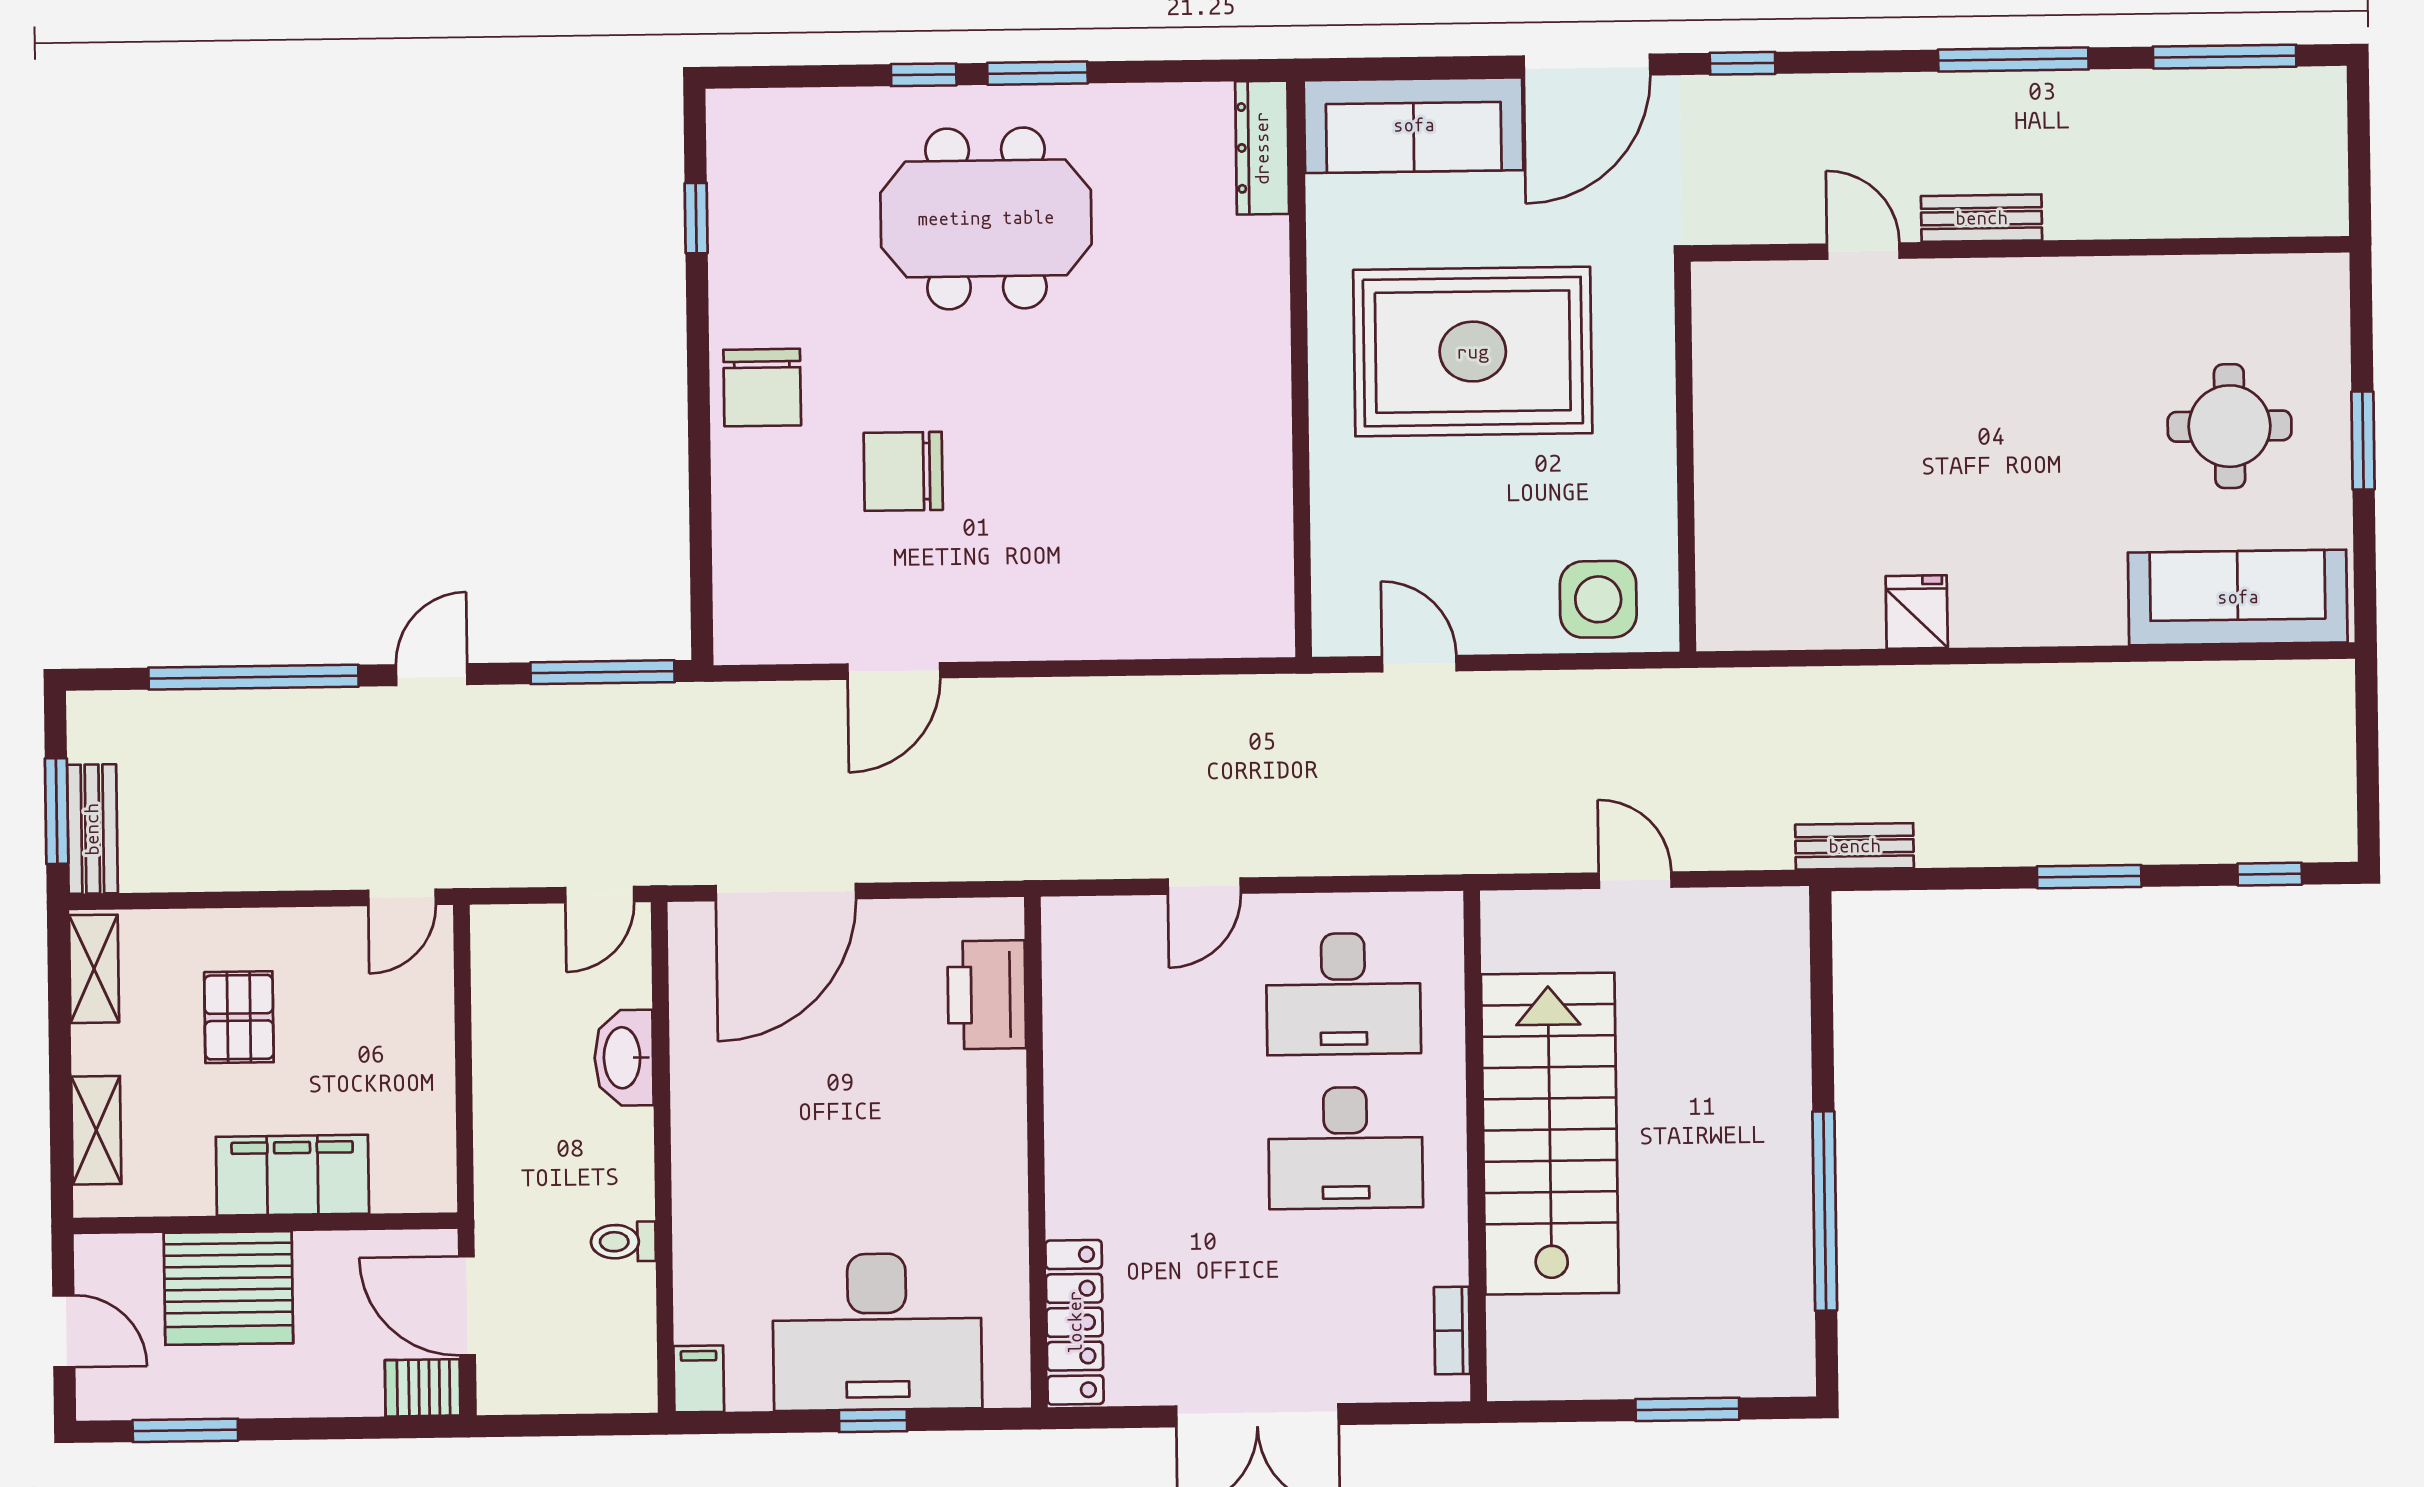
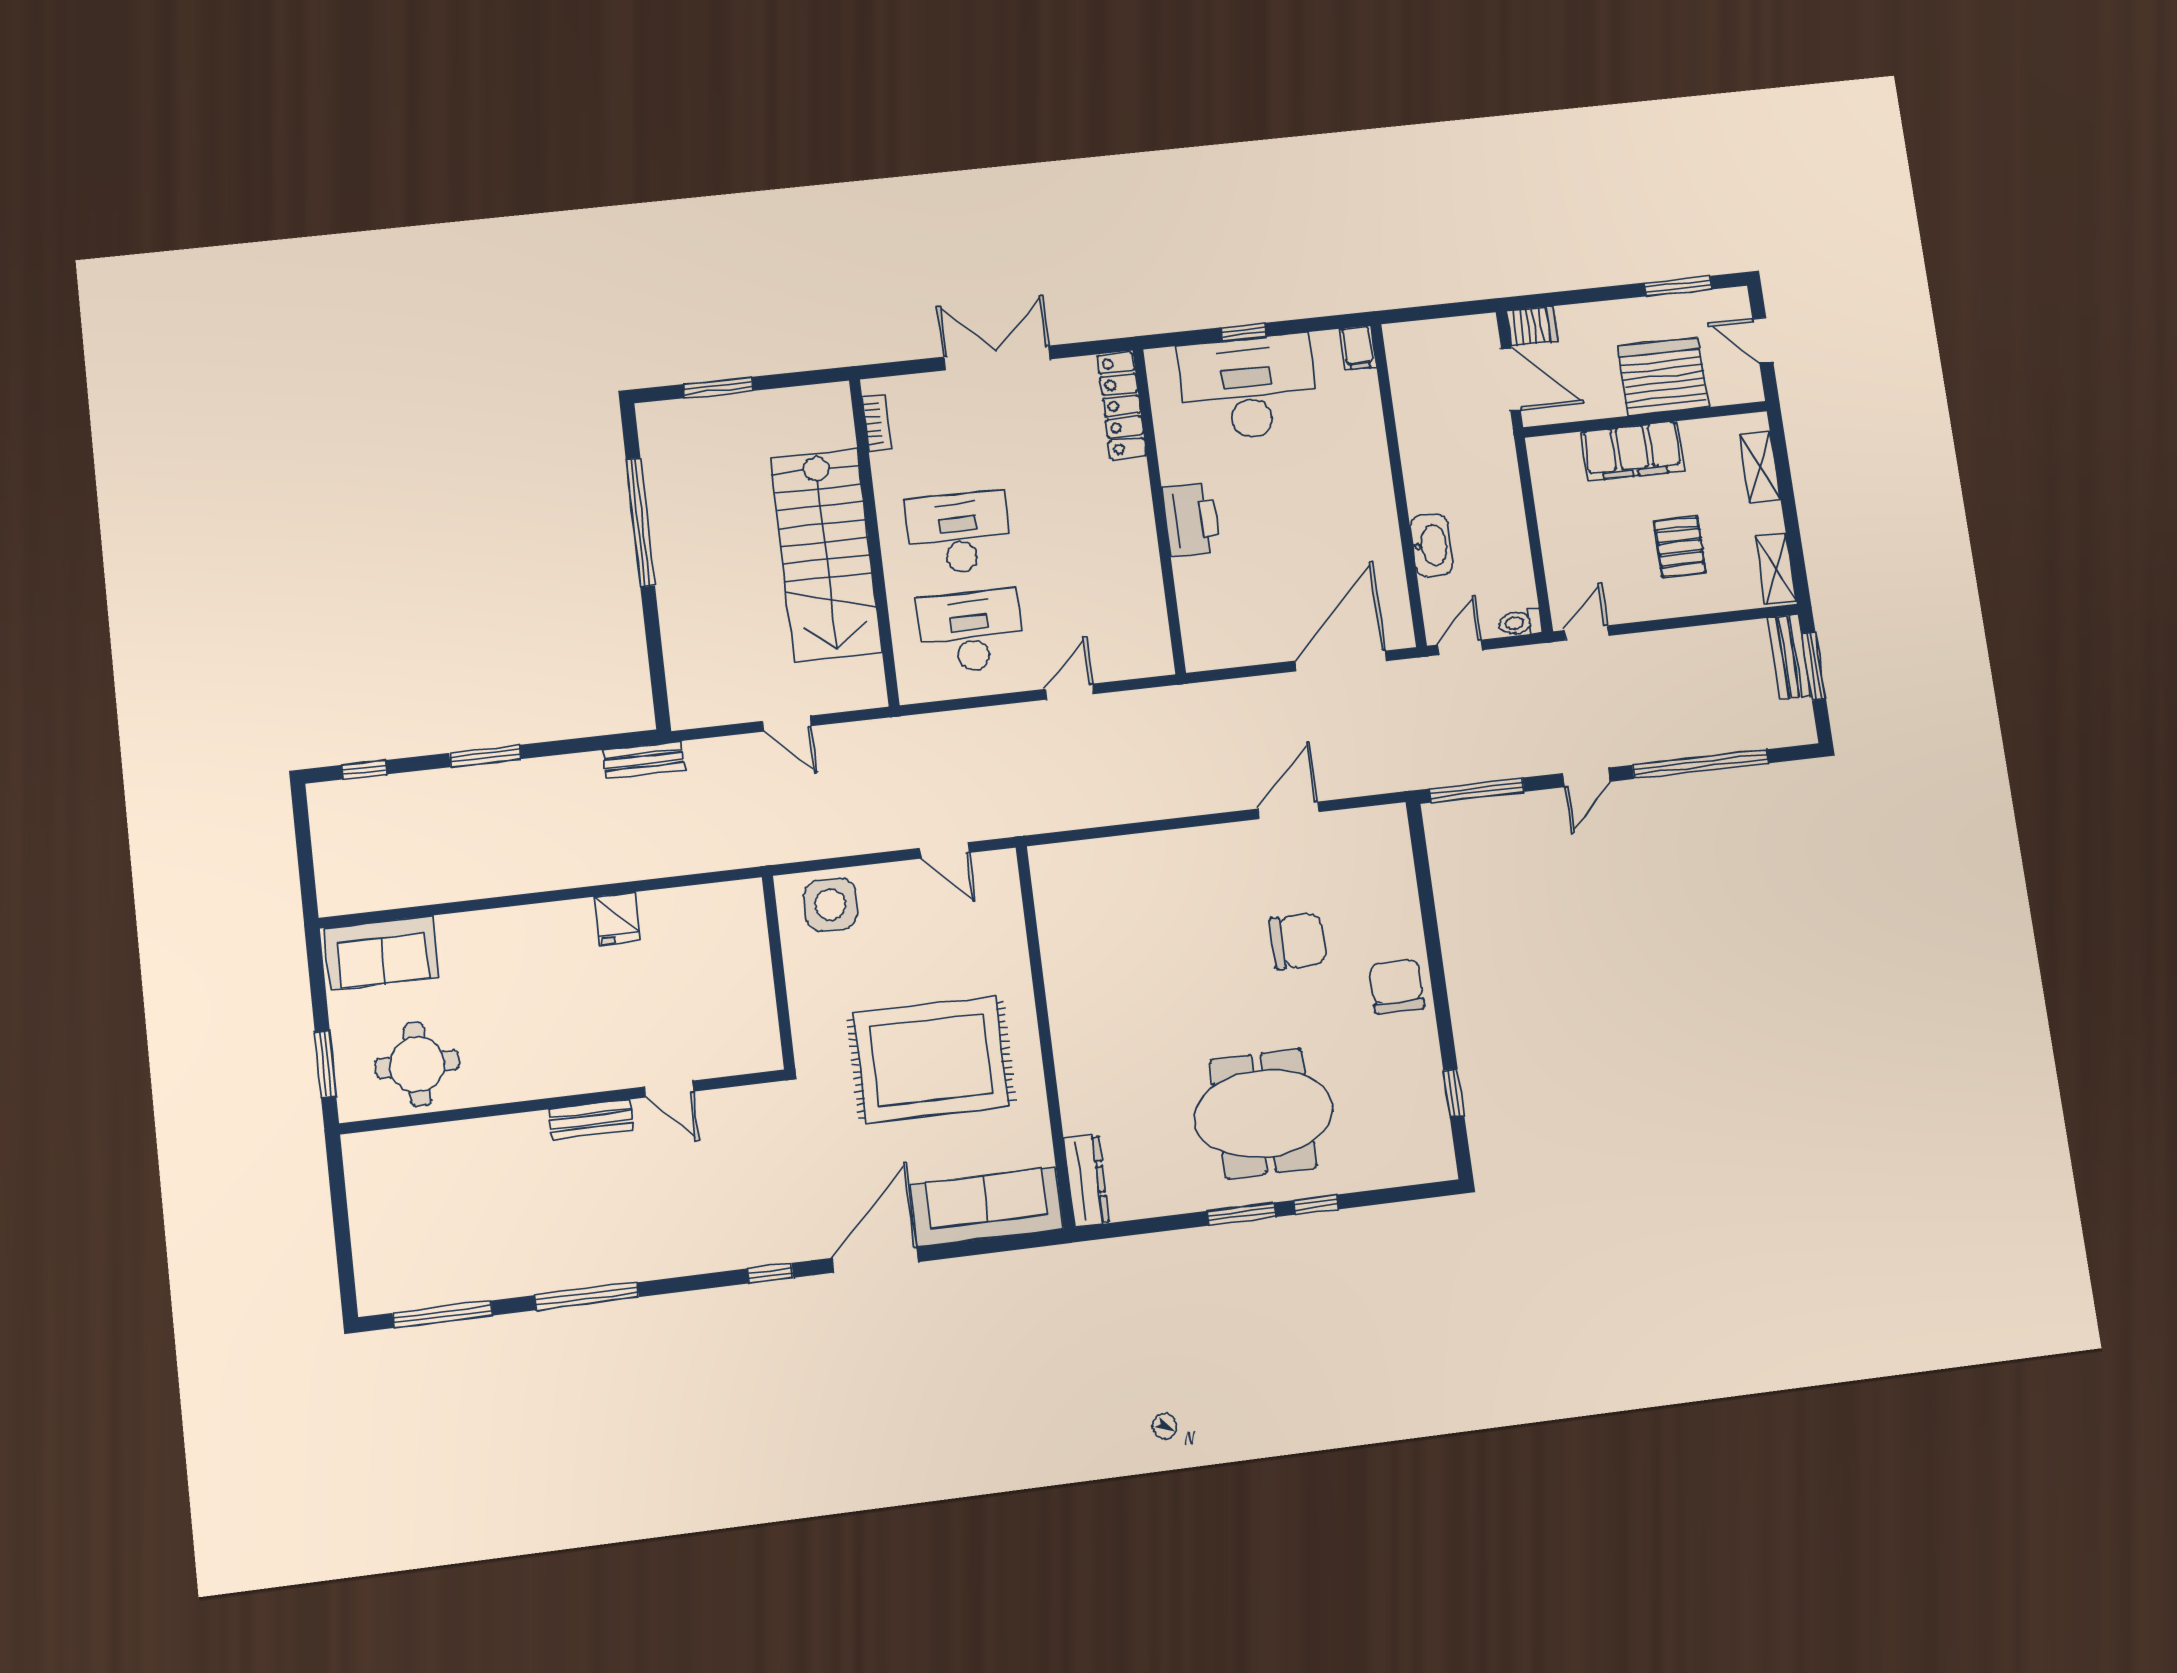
bench: (1982, 218) -> (591, 1120), moved
wall: (2020, 249) -> (563, 1102), moved
door: (1863, 251) -> (669, 1089), moved
sofa: (2238, 597) -> (382, 953), width x0.73
printer: (987, 995) -> (1191, 519), moved
toilet: (623, 1242) -> (1520, 622), moved, turned 180

